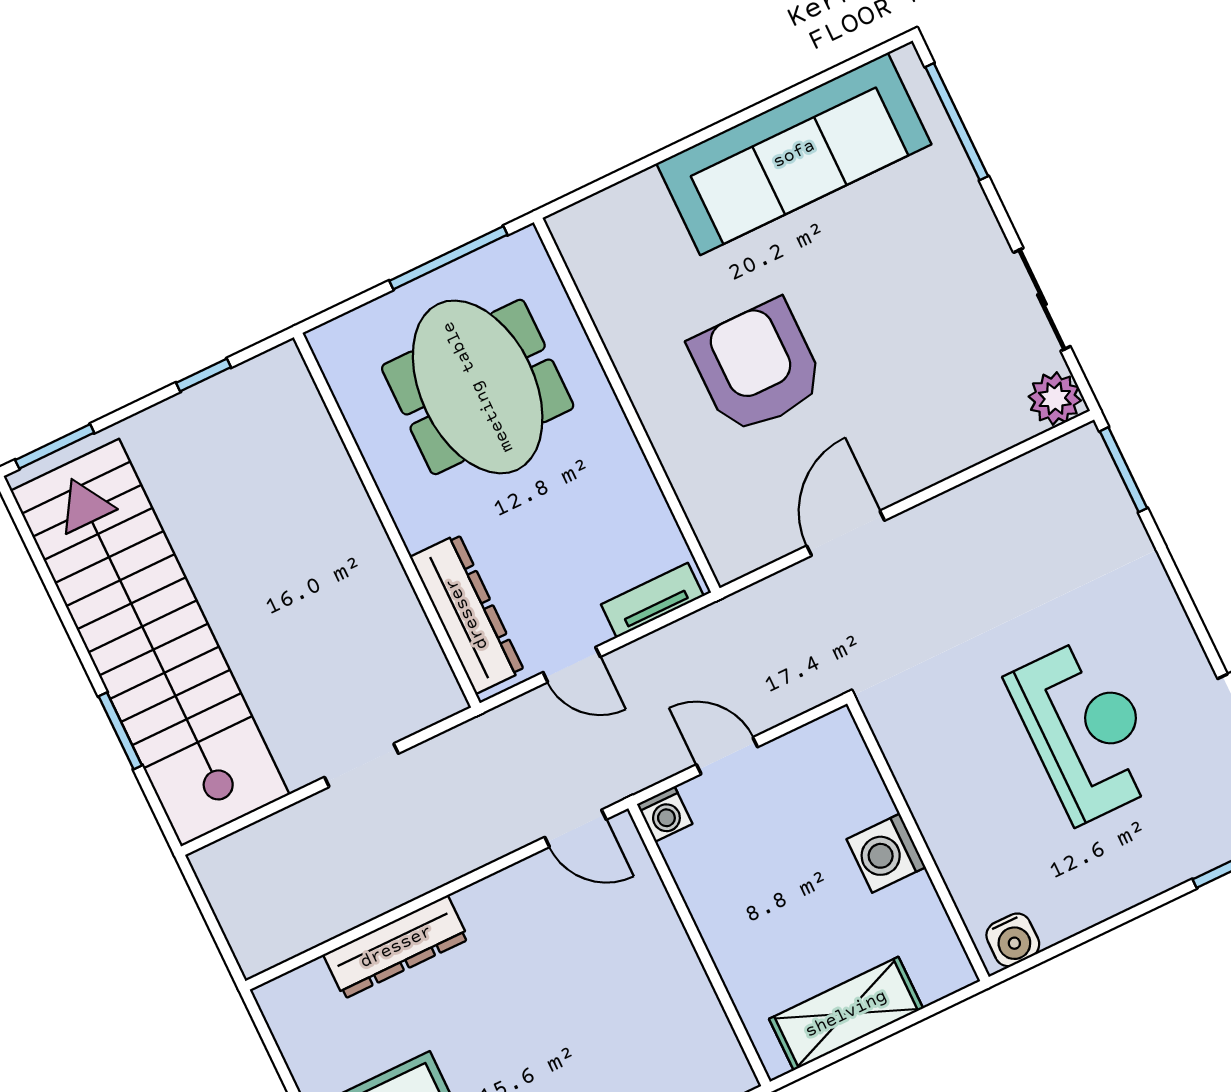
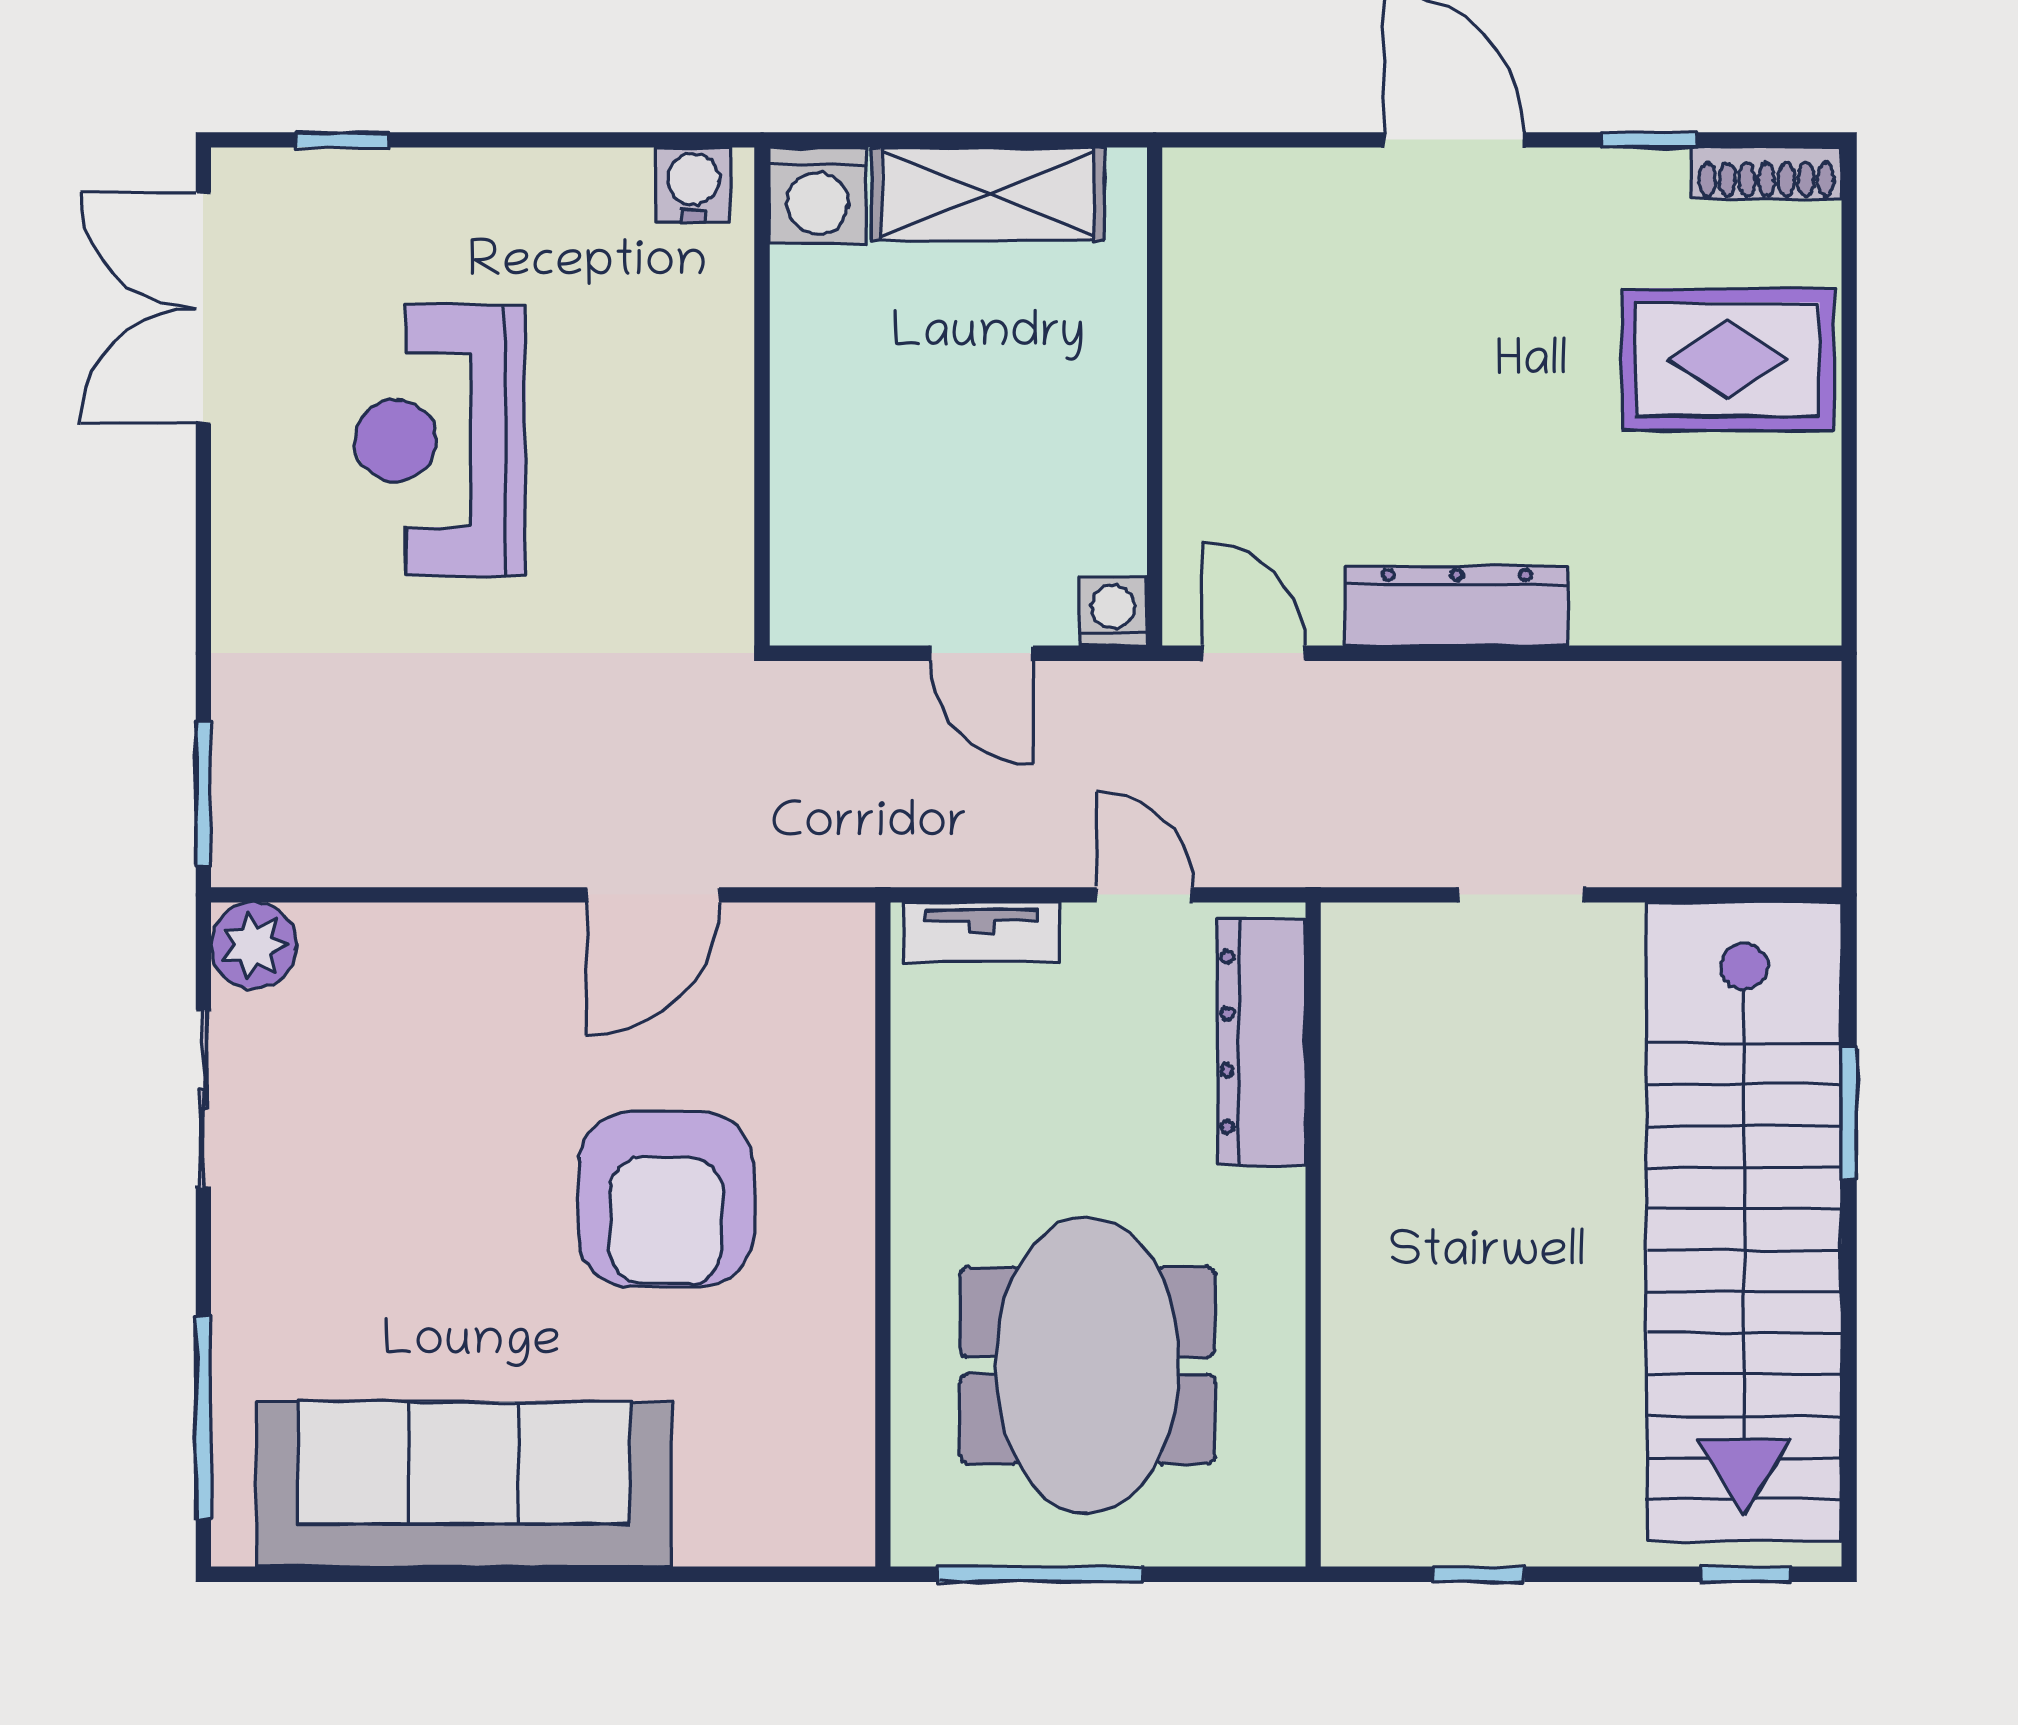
window: (55, 446) -> (1746, 1574), width x0.67
washing machine: (886, 853) -> (818, 196), moved, turned 90
dresser: (396, 947) -> (1457, 606), moved

